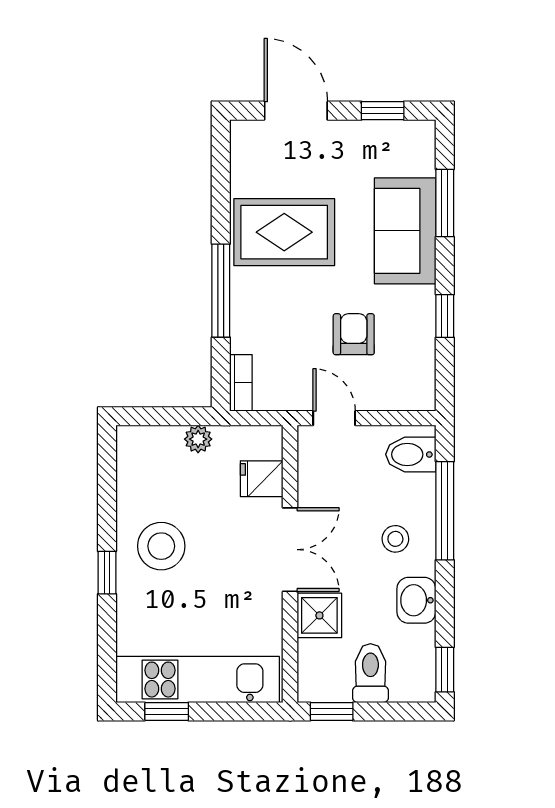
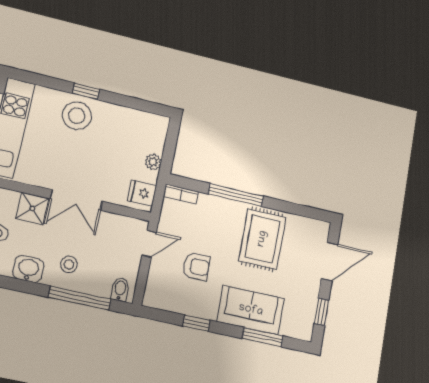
bidet: (411, 454) -> (120, 289), width x0.72, depth x0.74
fridge: (262, 479) -> (142, 193), moved, turned -90
stool: (161, 546) -> (77, 116), moved

